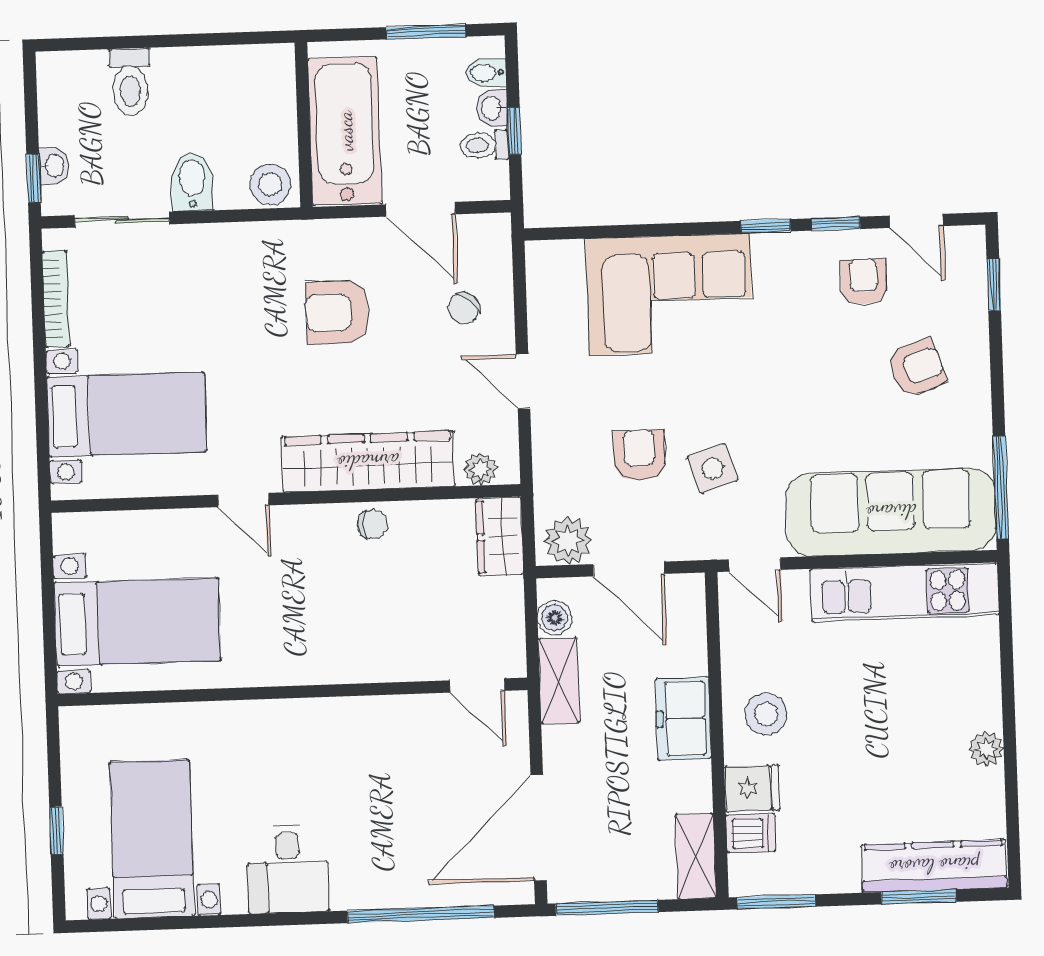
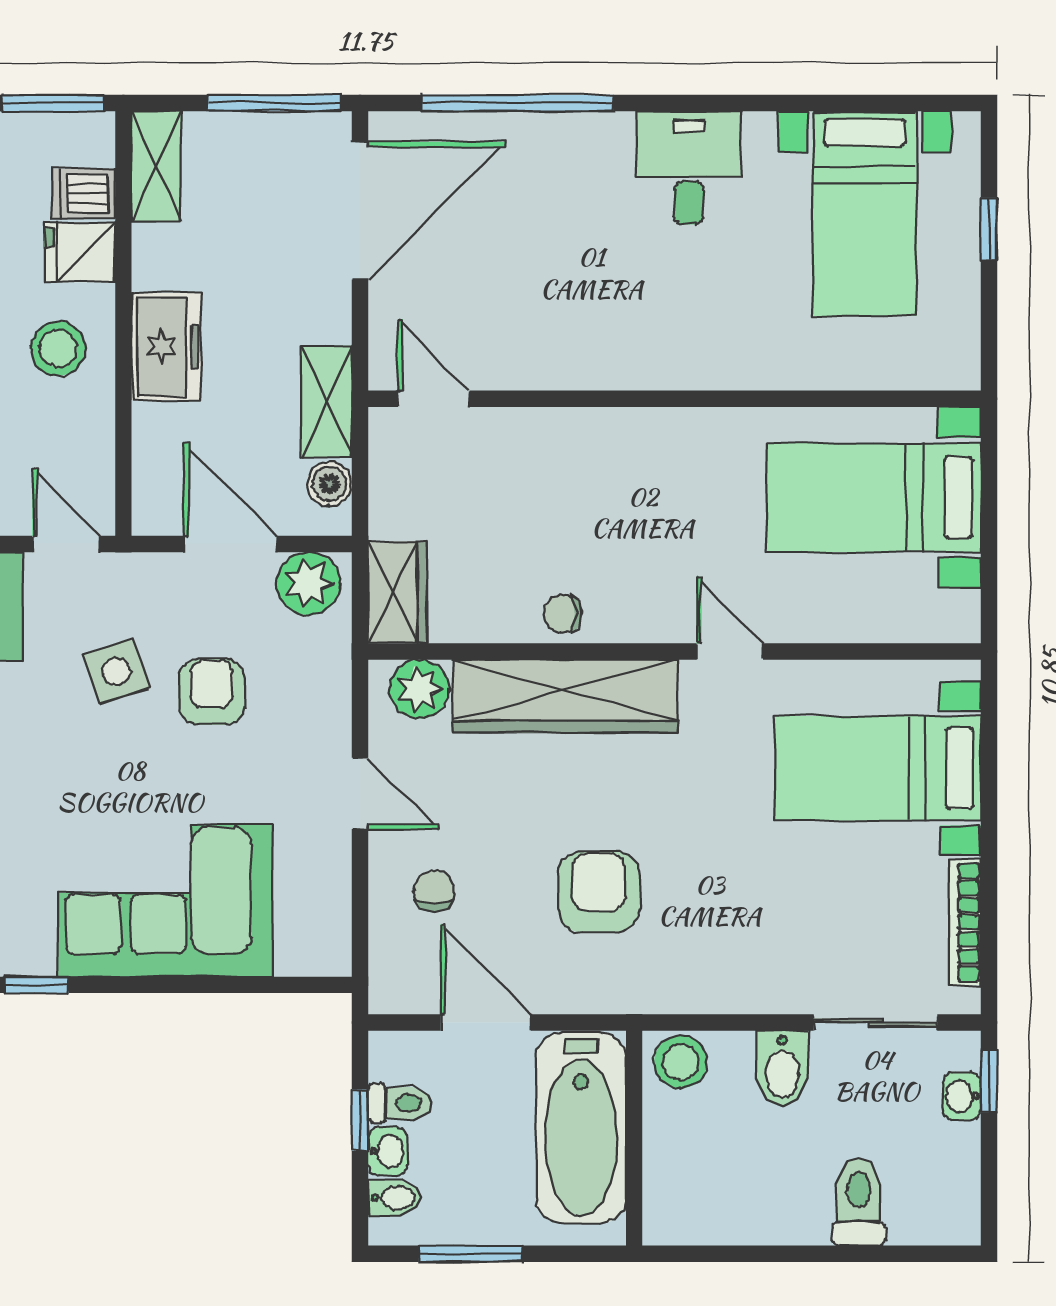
chair: (464, 308) -> (434, 891), turned -43
armchair: (337, 312) -> (599, 892), turned -90
armchair: (639, 455) -> (212, 692), turned 180
plant: (481, 469) -> (419, 689), width x1.38, depth x1.38

